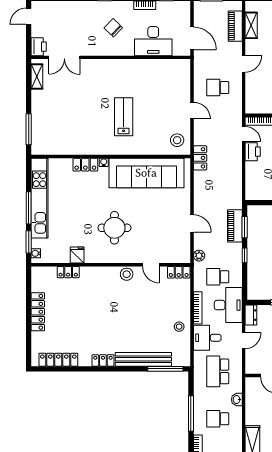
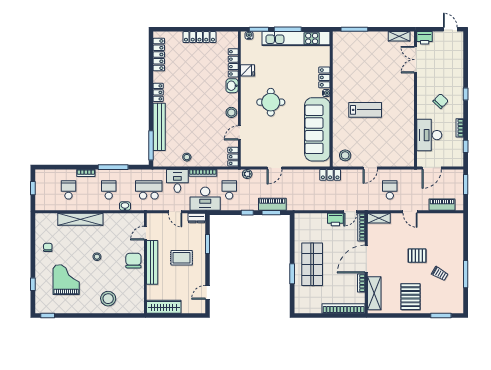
shelving: (251, 25) -> (379, 218), moved
locker: (68, 272) -> (233, 63), width x1.53
washbasin: (95, 273) -> (232, 86), added

